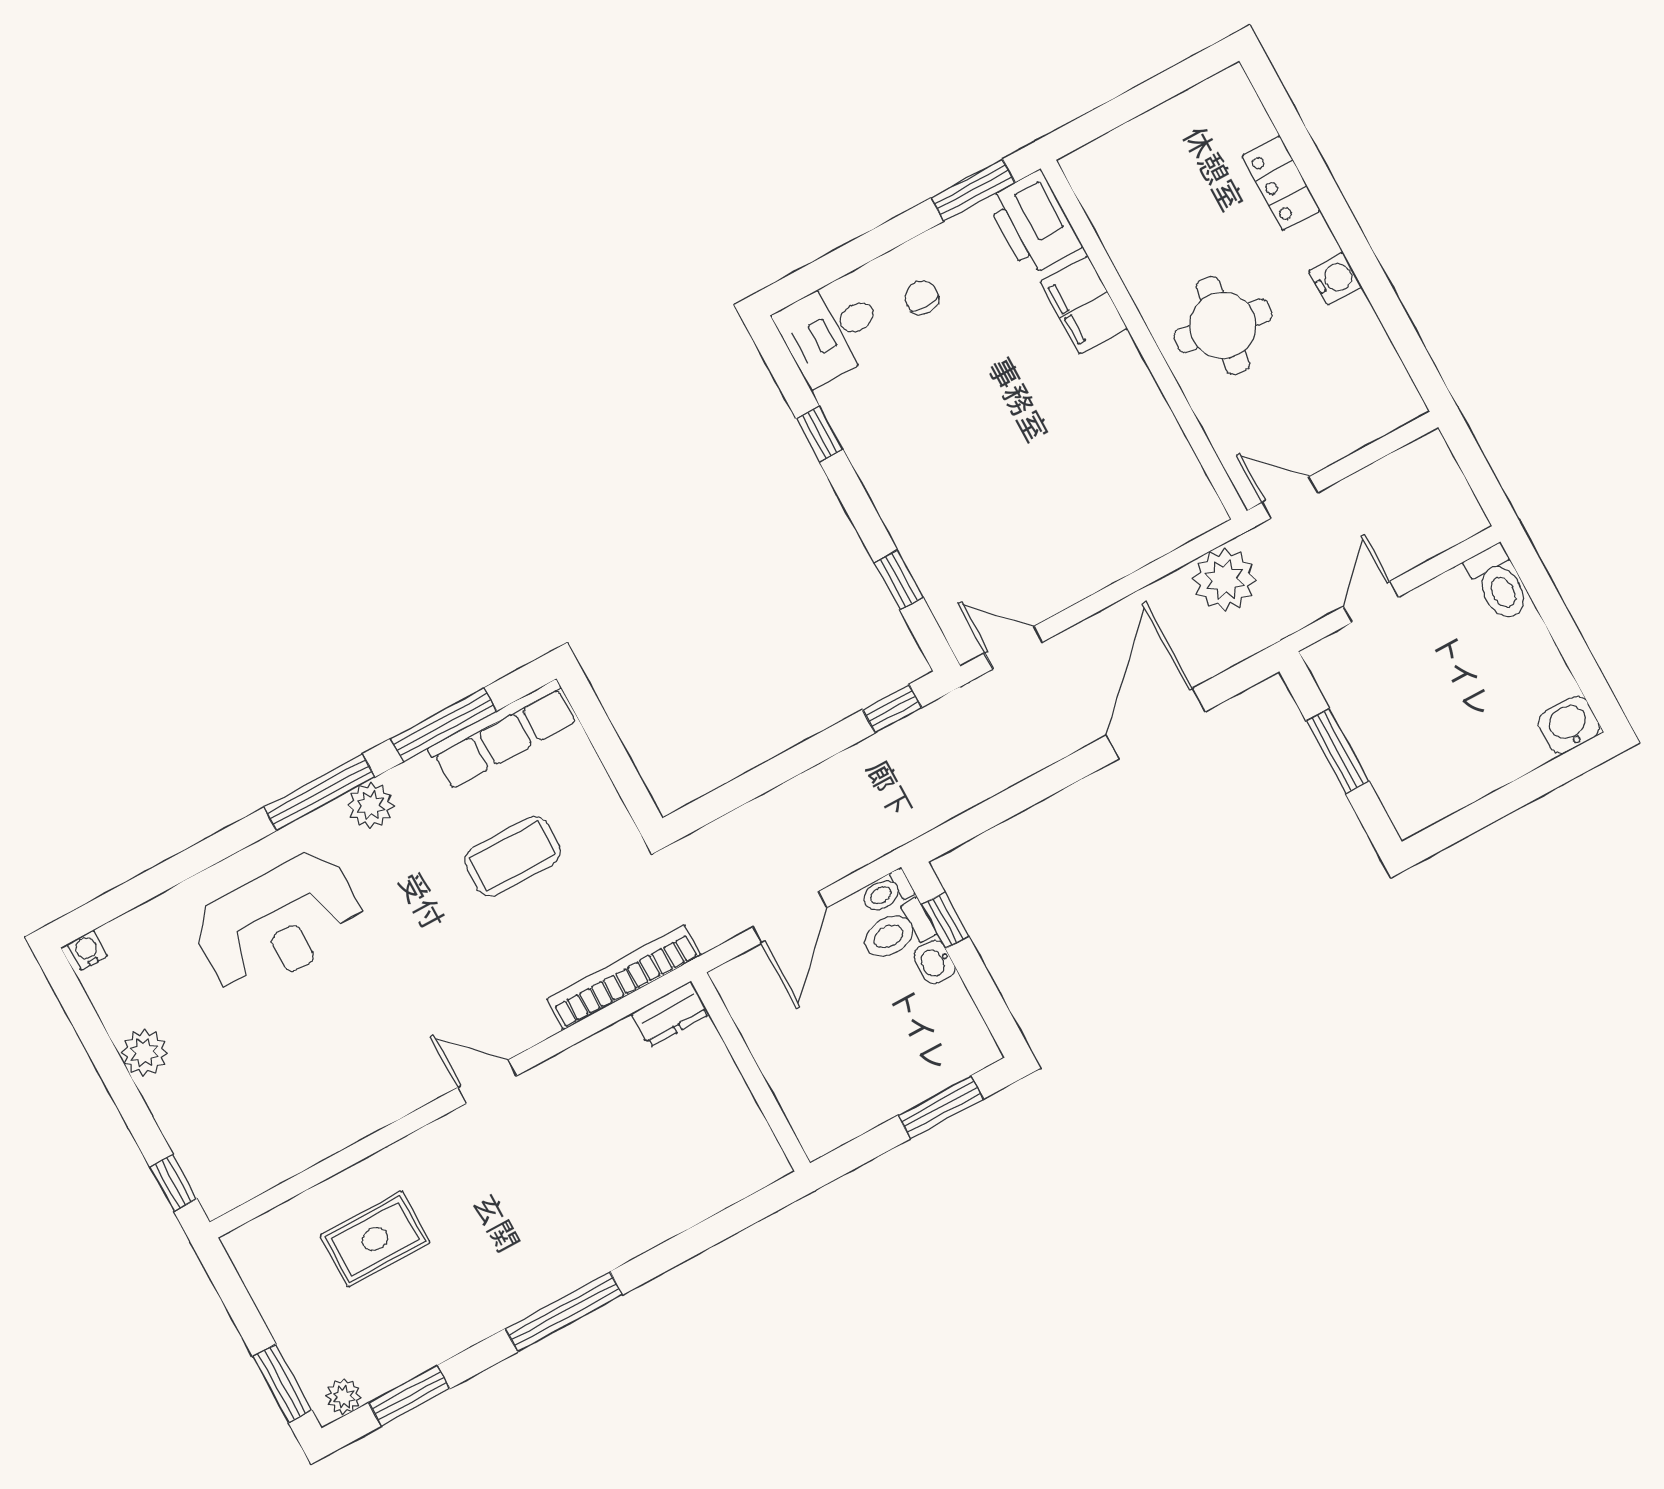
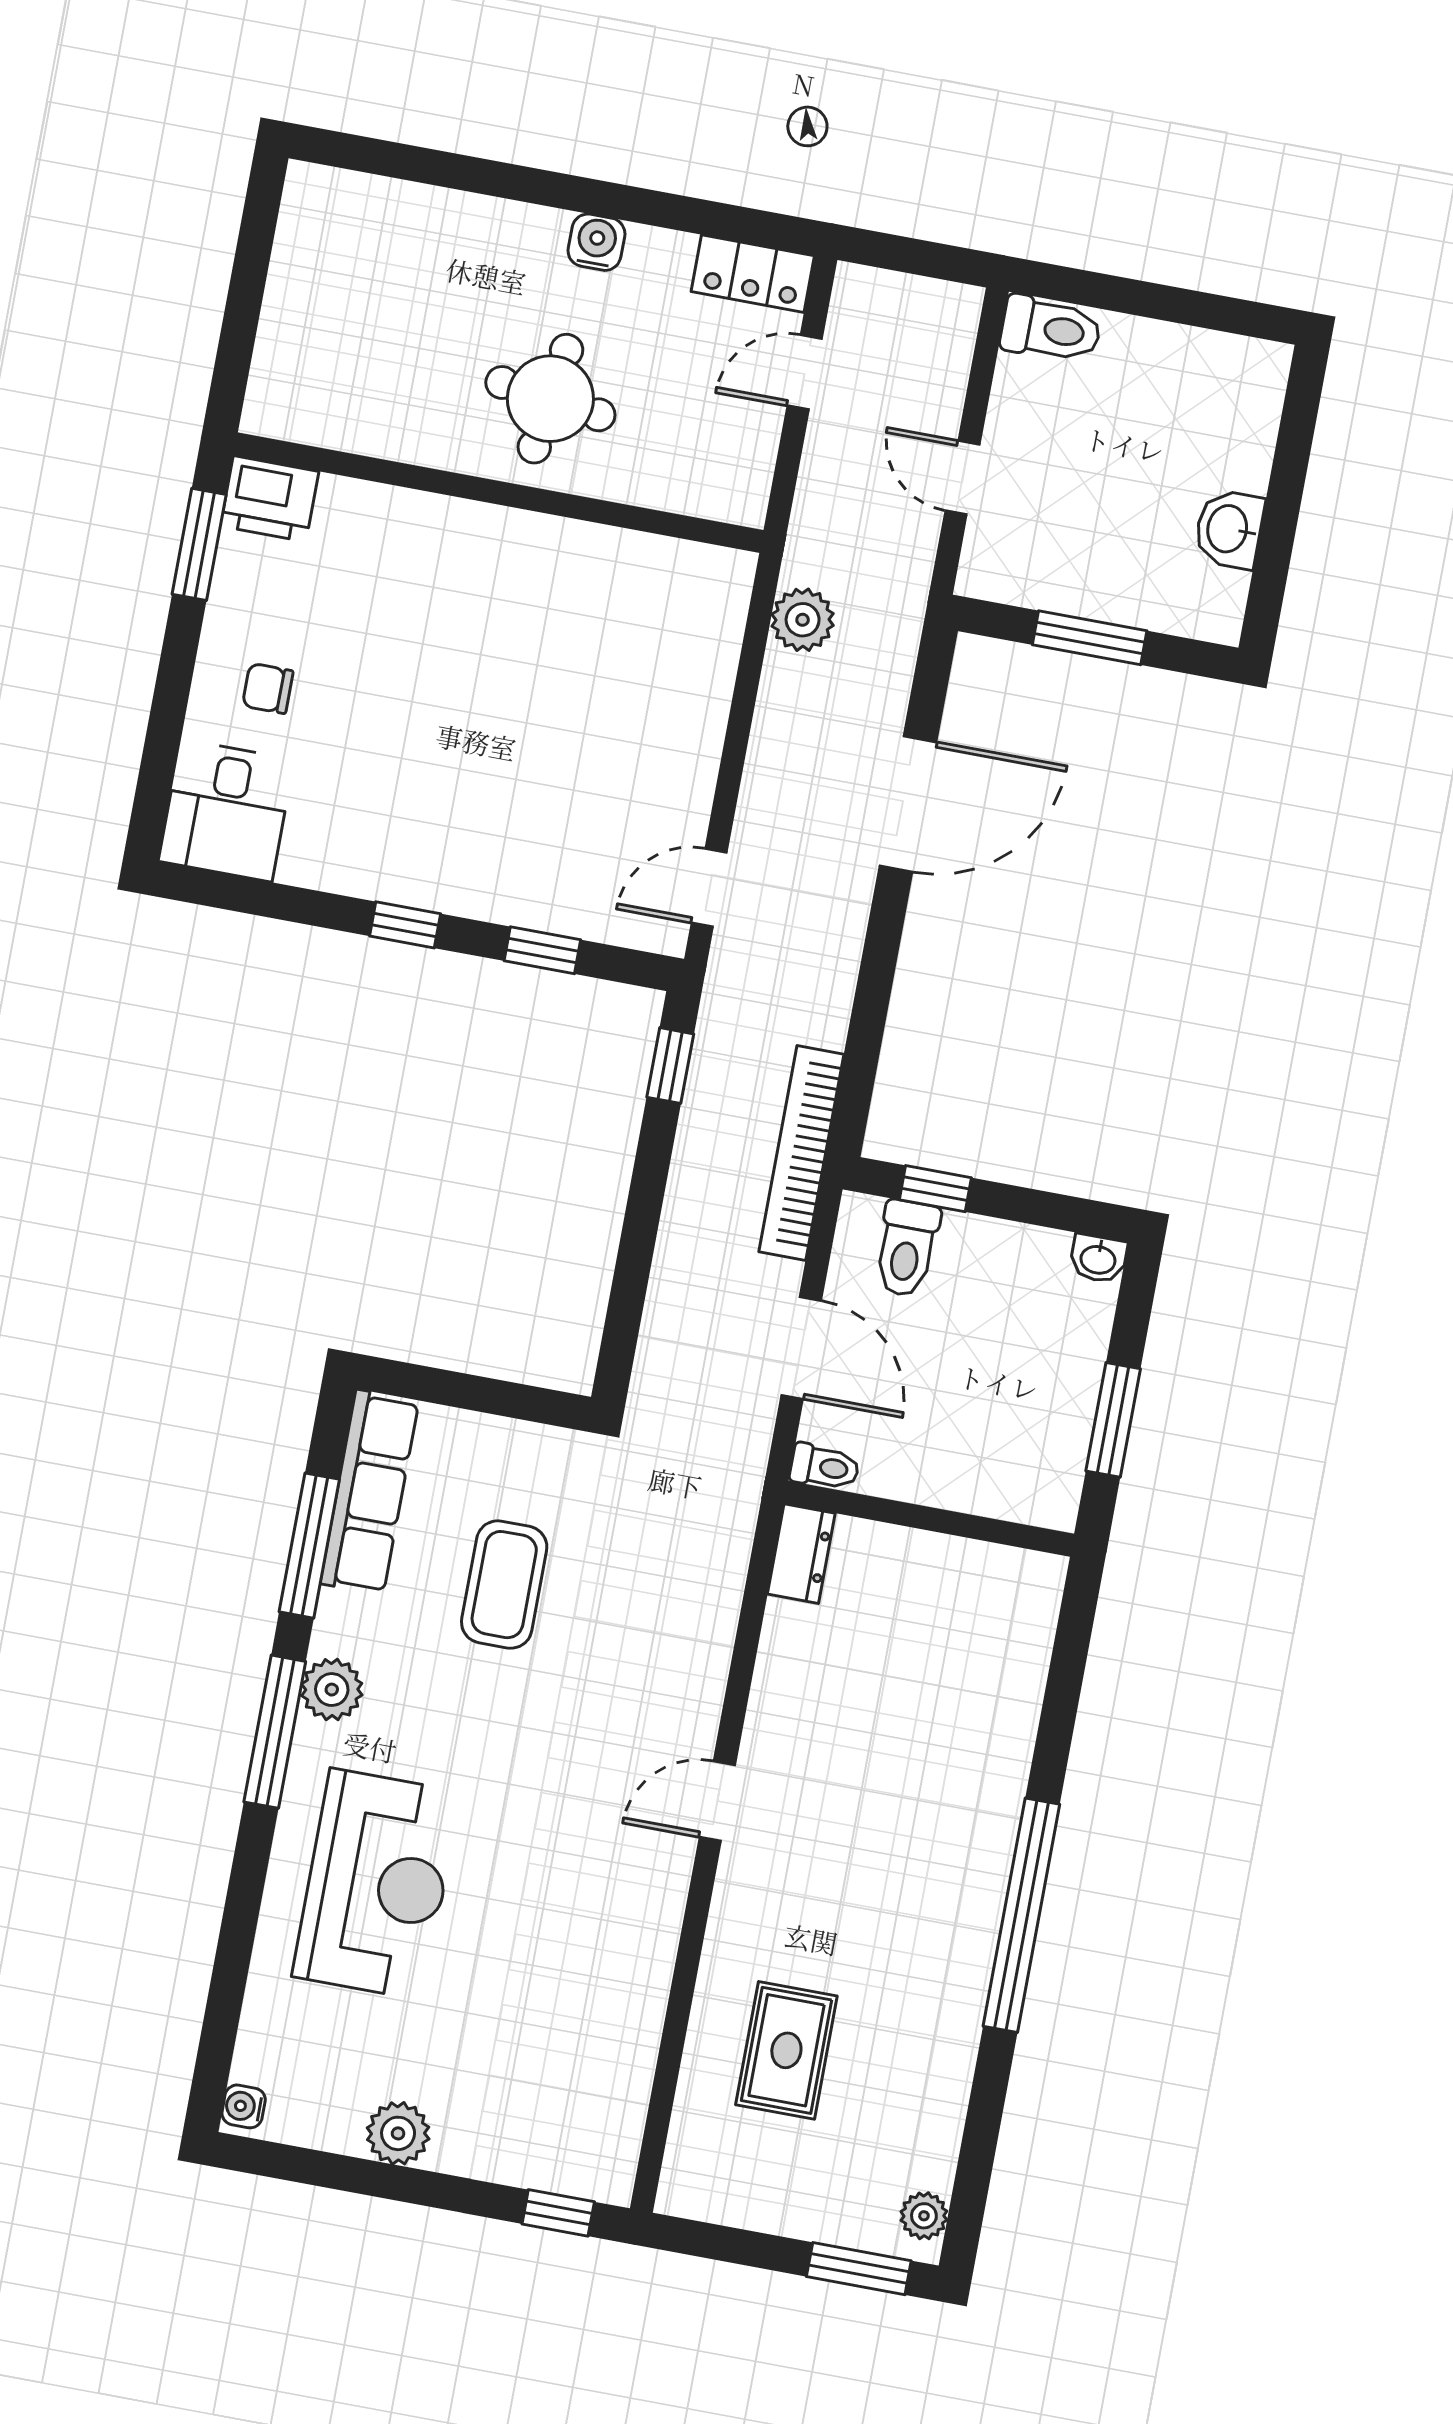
locker: (1281, 183) -> (753, 274), moved
printer: (1034, 223) -> (270, 499), width x0.73, depth x0.84
filing cabinet: (1084, 305) -> (412, 526), removed
window: (819, 434) -> (405, 925), moved
door: (1290, 497) -> (805, 372), moved
plant: (1224, 579) -> (803, 620), width x0.73, depth x0.73
door: (1156, 724) -> (908, 804), swing flipped
washbasin: (1569, 725) -> (1229, 529), moved
toilet: (887, 892) -> (825, 1467), moved, turned -90
washbasin: (935, 962) -> (1098, 1259), moved
bookcase: (624, 977) -> (801, 1153), moved
window: (941, 1107) -> (1113, 1420), moved
window: (564, 1312) -> (1021, 1915), width x1.46
window: (409, 1396) -> (978, 2147), removed

